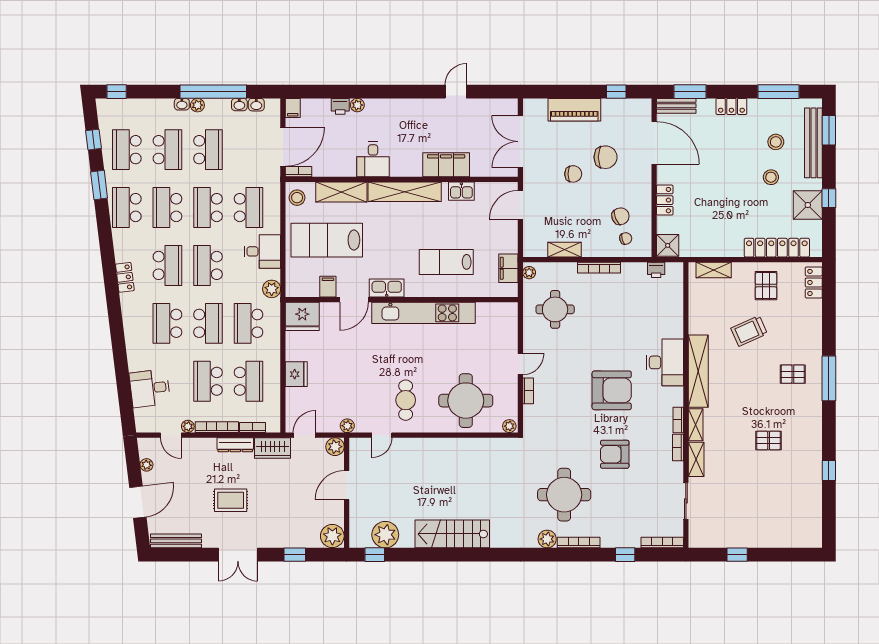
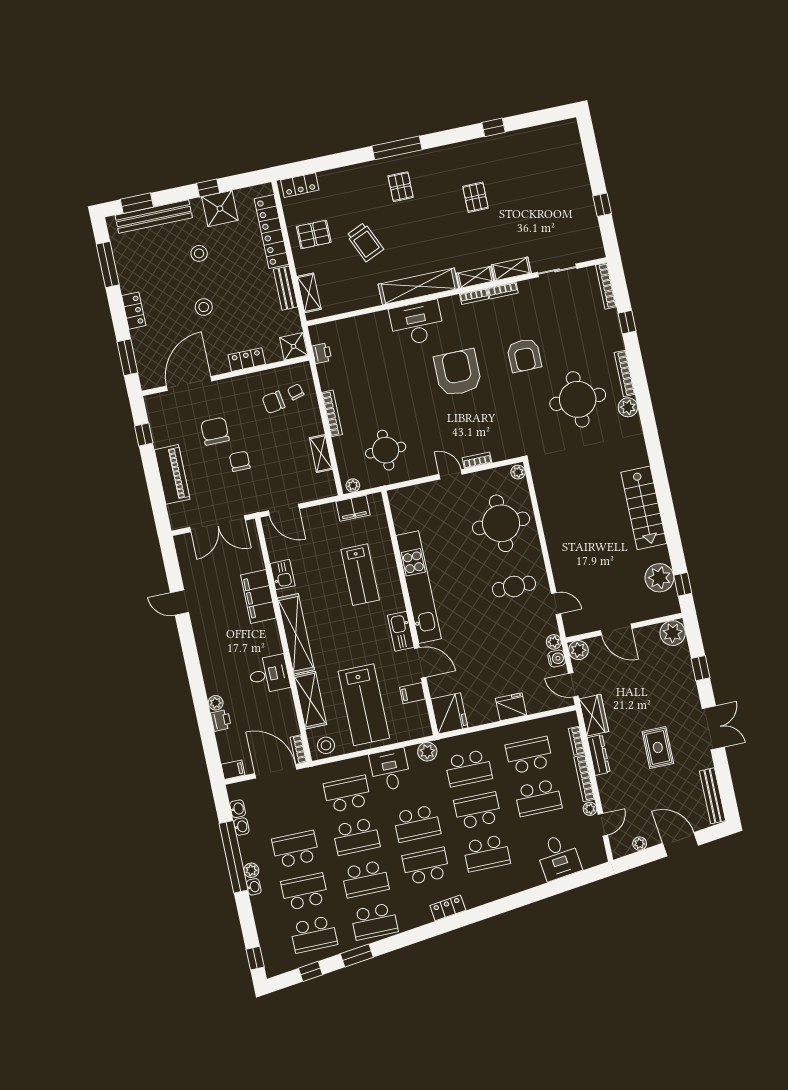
bench: (676, 106) -> (286, 288), moved
stool: (776, 142) -> (204, 307), moved
chair: (620, 216) -> (273, 402), turned -76
water cooler: (332, 425) -> (557, 659), added

